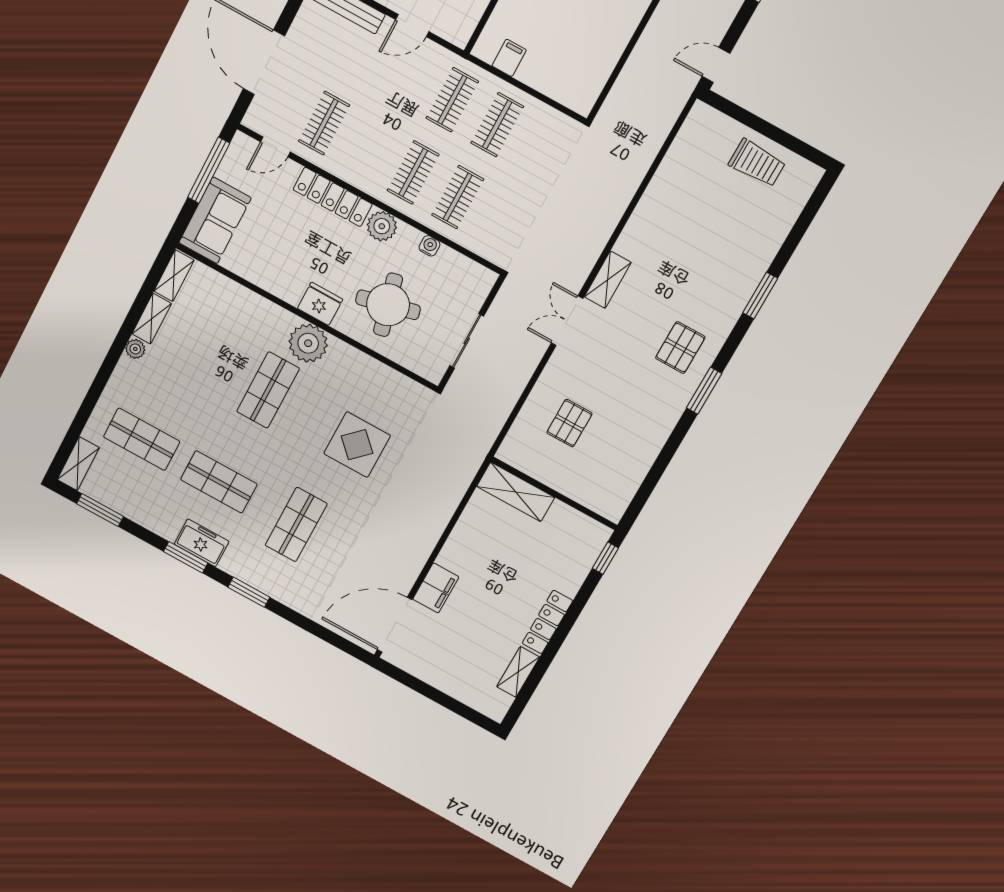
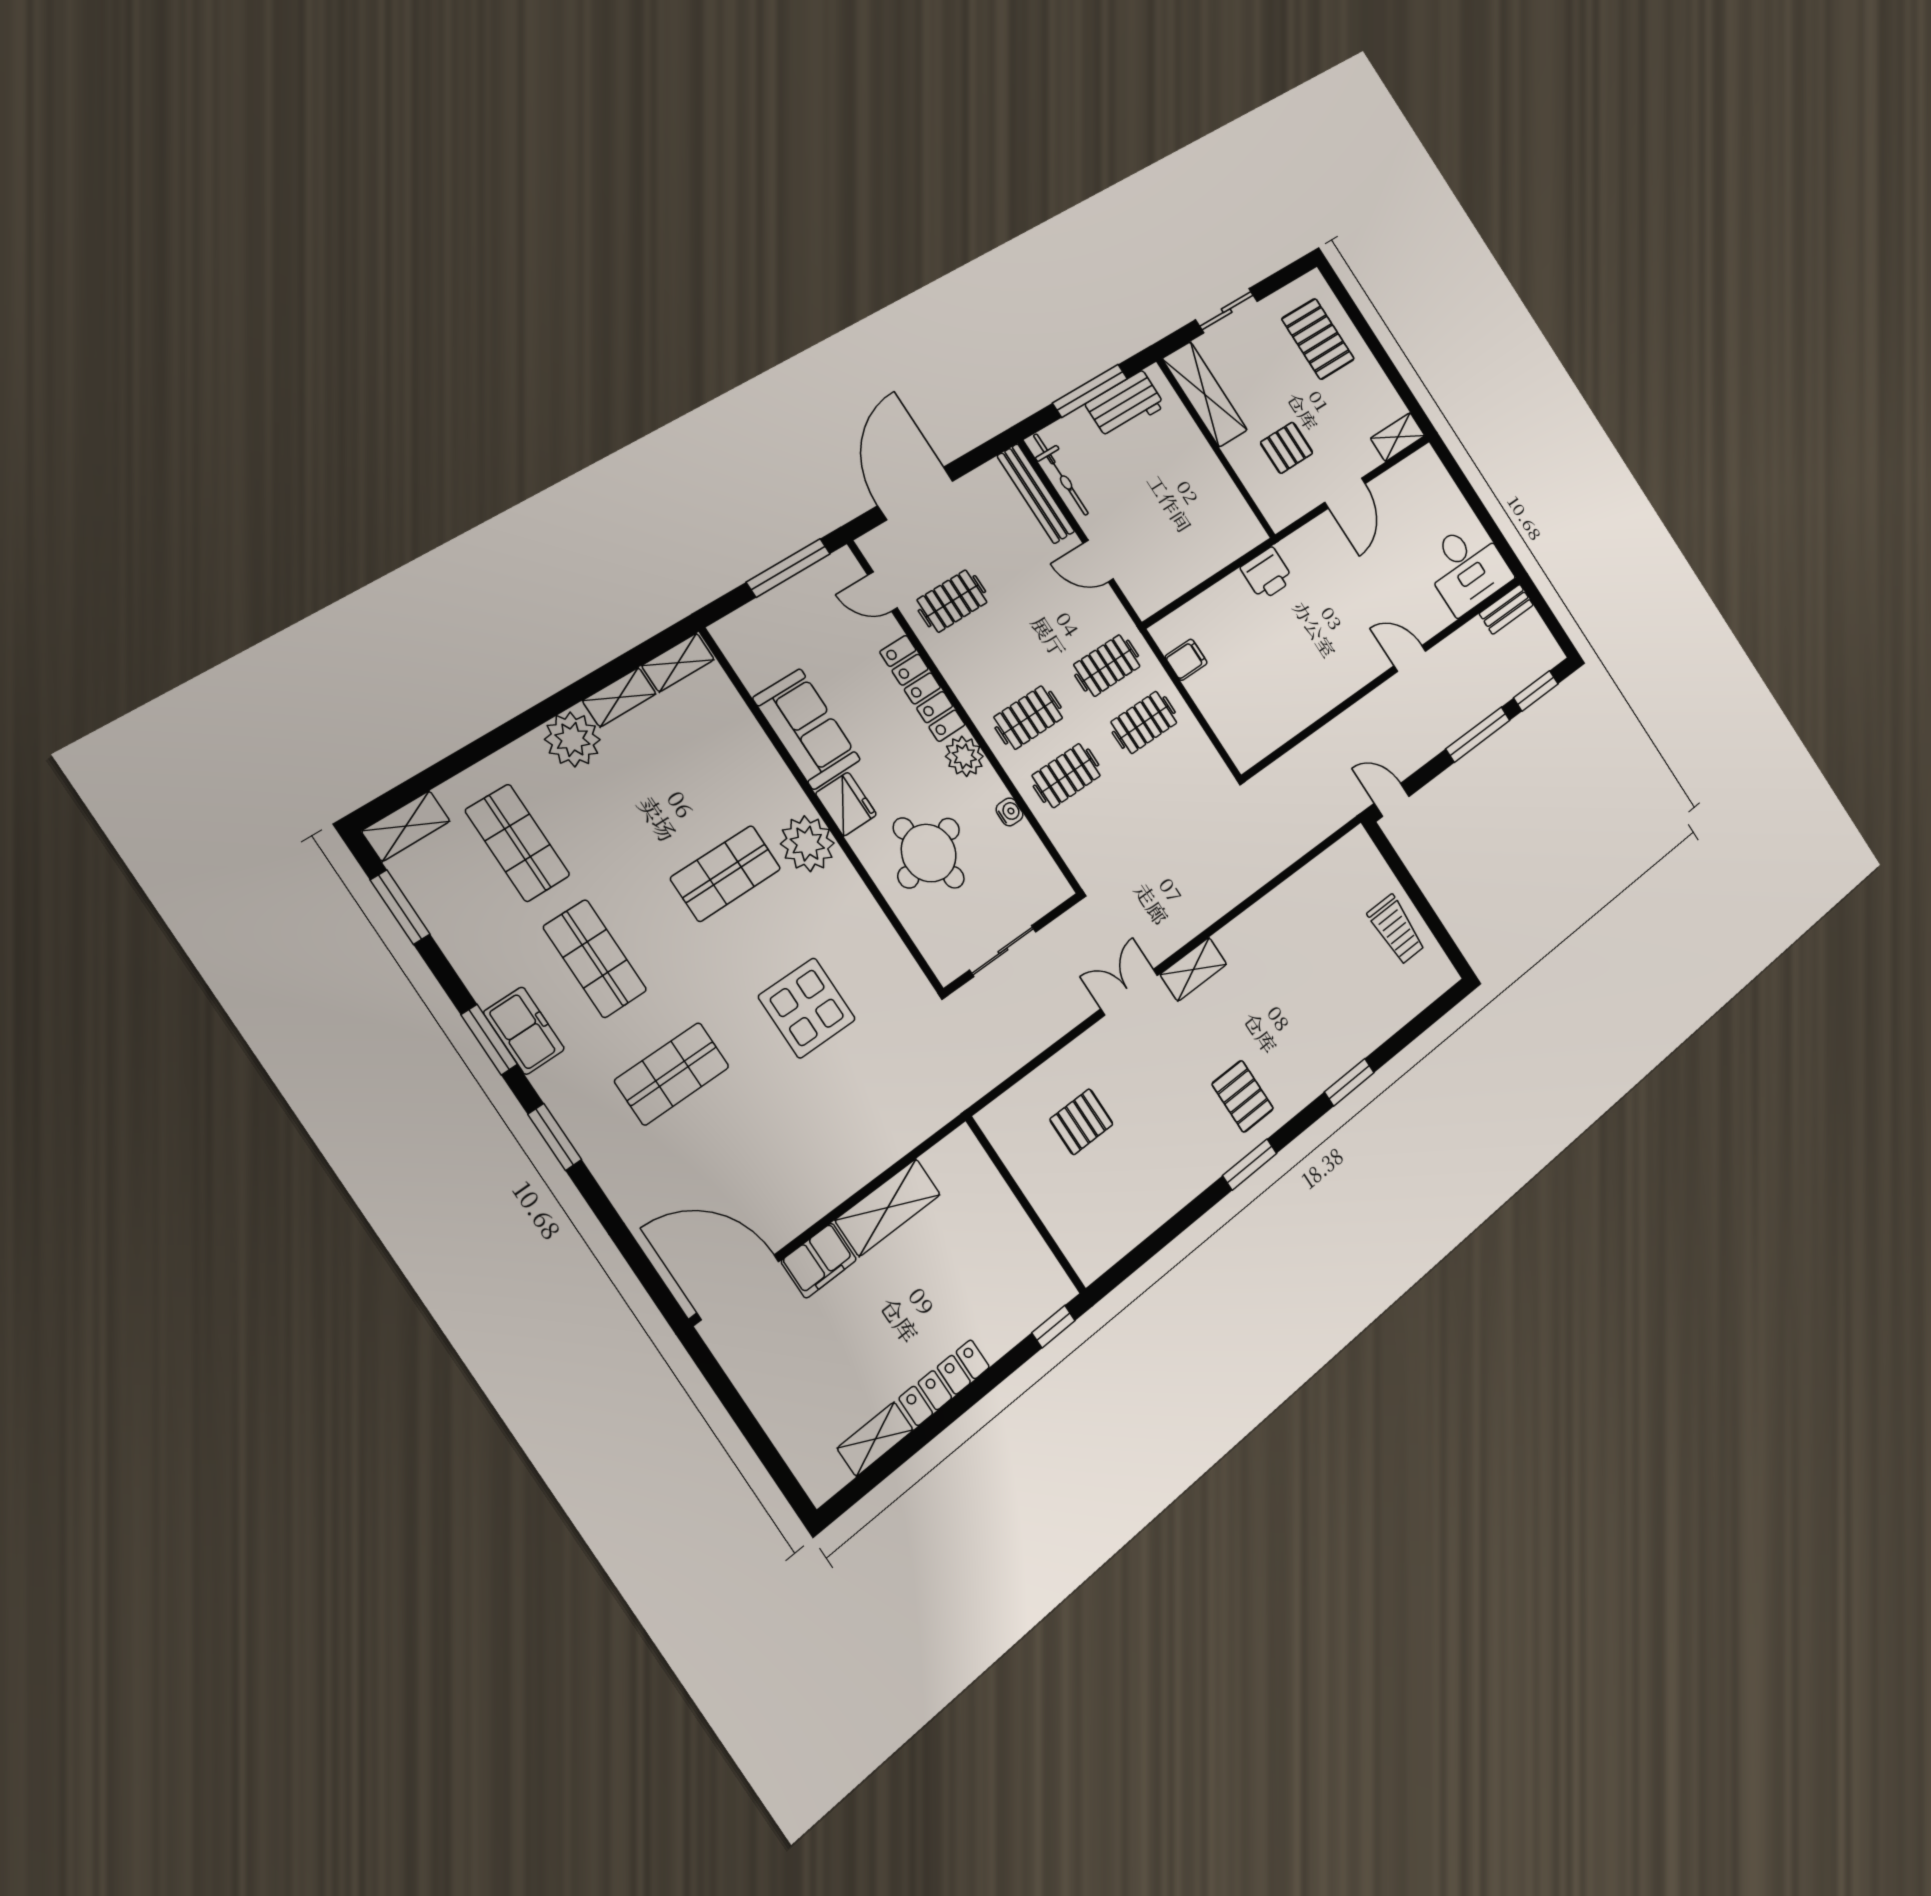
sofa: (215, 220) -> (807, 729), moved, turned -90
pallet: (680, 348) -> (1243, 1096), turned 90
plant: (135, 349) -> (572, 739), width x1.88, depth x1.88
shelving: (516, 492) -> (888, 1207), moved, turned 90

